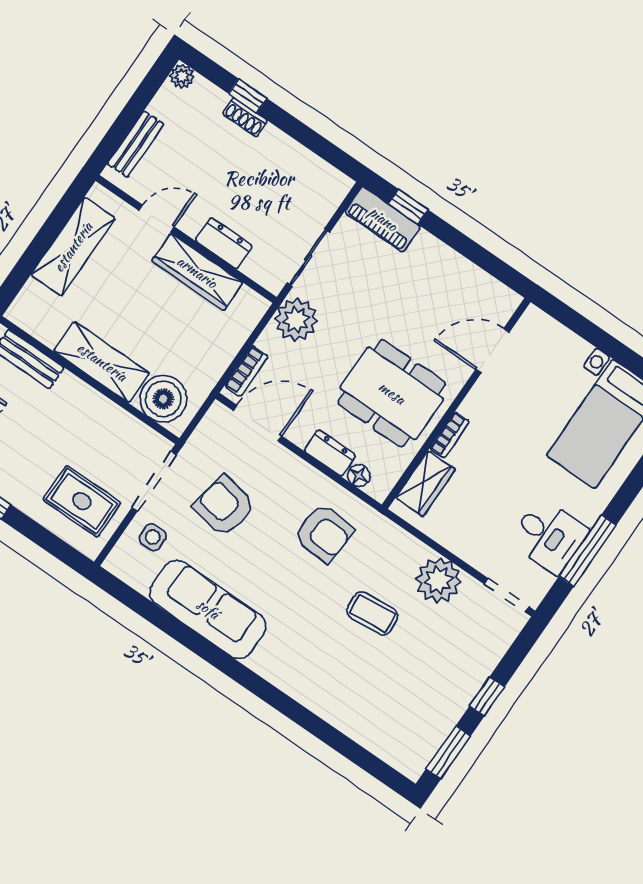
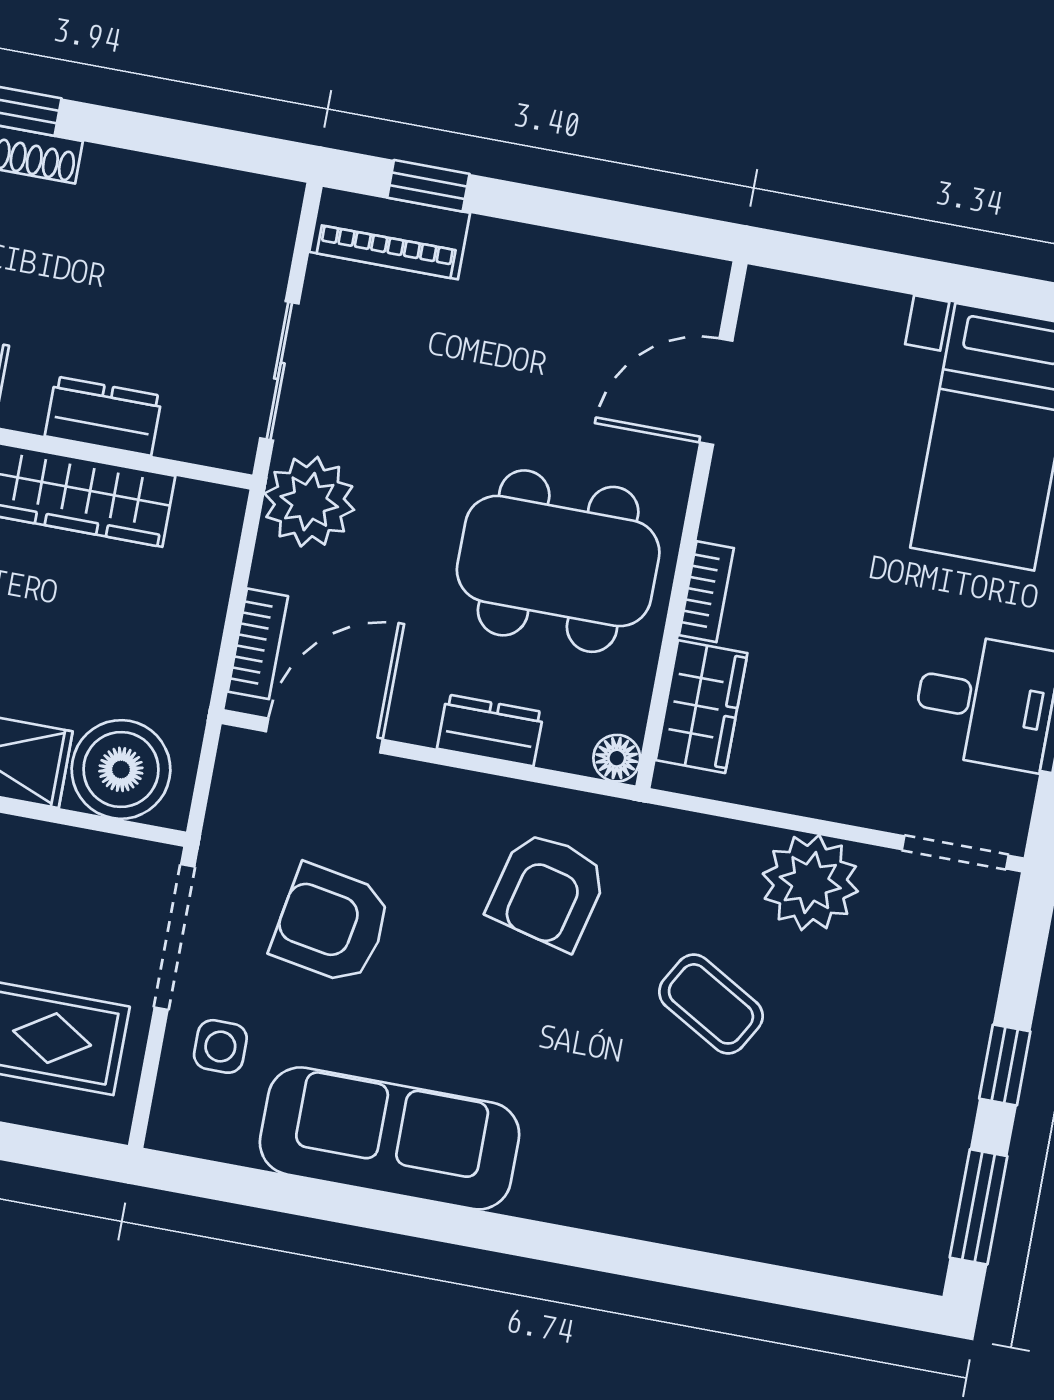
floor lamp: (359, 476) -> (617, 758), moved
armchair: (324, 533) -> (548, 890), turned 100
coffee table: (372, 613) -> (711, 1004), turned 35

